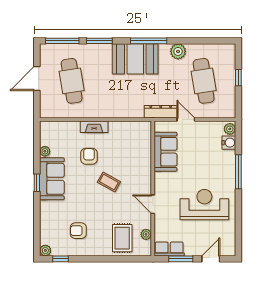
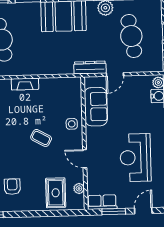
door: (186, 120) -> (115, 74), swing flipped
armchair: (89, 156) -> (21, 113), removed
side table: (140, 169) -> (72, 124), added
reception desk: (204, 205) -> (135, 158), turned -90
armchair: (78, 231) -> (12, 187), turned 90

